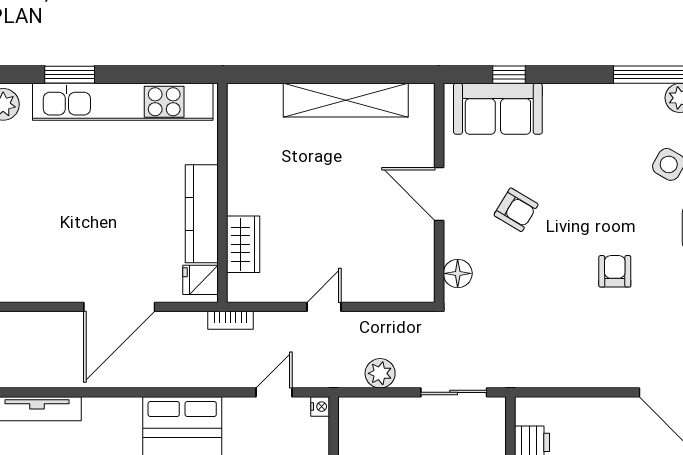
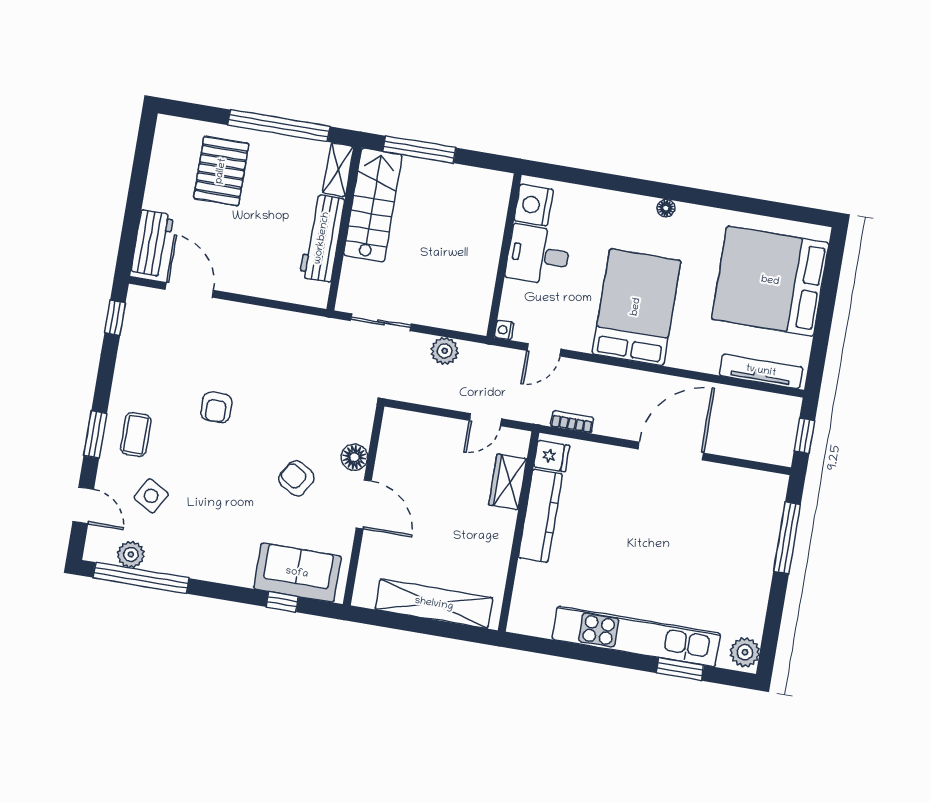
wall: (222, 193) -> (519, 531), moved
kitchen counter: (202, 214) -> (540, 516), moved
wardrobe: (243, 244) -> (508, 482), moved
floor lamp: (458, 273) -> (354, 457), moved
fridge: (201, 280) -> (552, 456), moved

